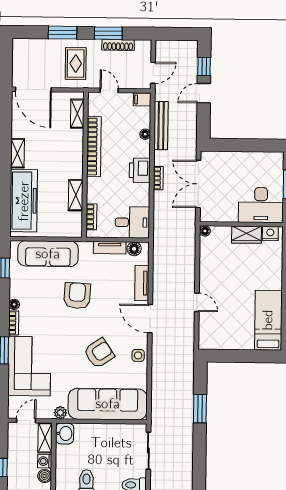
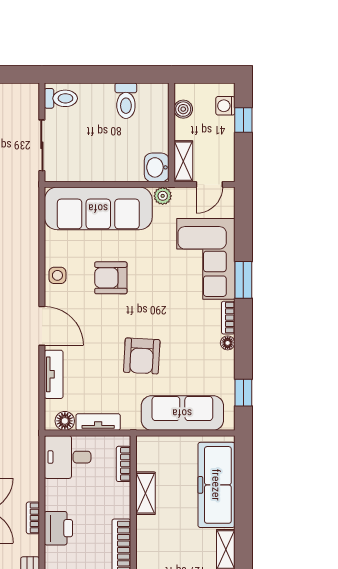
armchair: (99, 353) -> (111, 278), turned 34
washing machine: (45, 461) -> (225, 106), moved, turned 180

